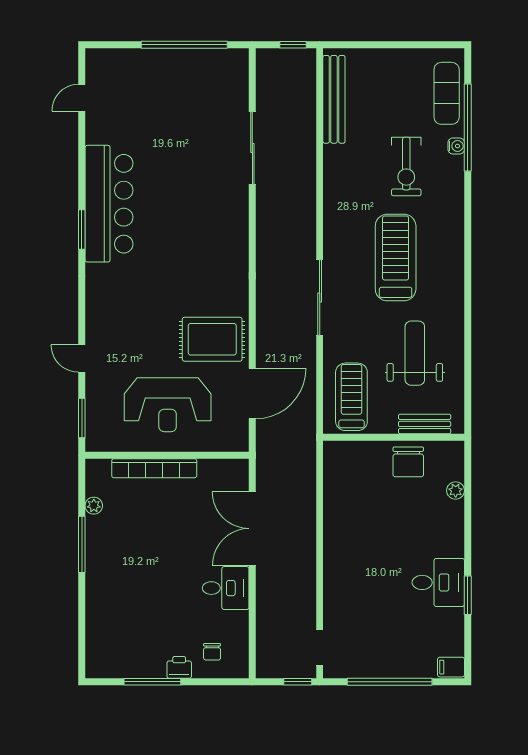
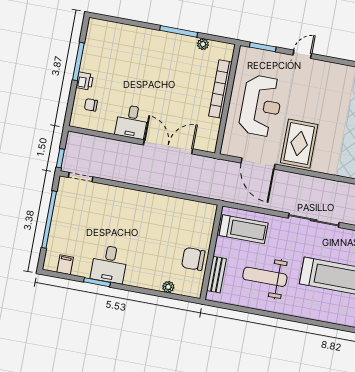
weight bench: (415, 353) -> (265, 277), turned 180
reception desk: (168, 405) -> (261, 106), turned 180
filing cabinet: (451, 667) -> (65, 265), moved

